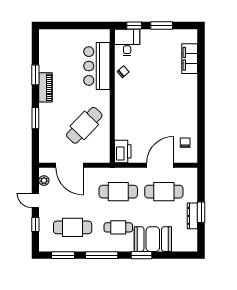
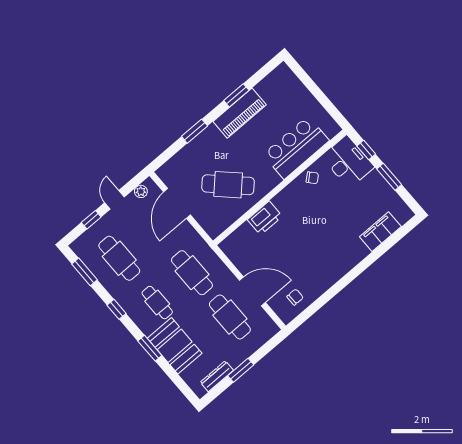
desk: (127, 42) -> (348, 162), width x1.37
piano: (46, 87) -> (240, 113), width x1.37, depth x1.33
printer: (123, 151) -> (265, 218), moved
dresser: (192, 216) -> (217, 376), moved
window: (102, 255) -> (117, 309), width x0.46

